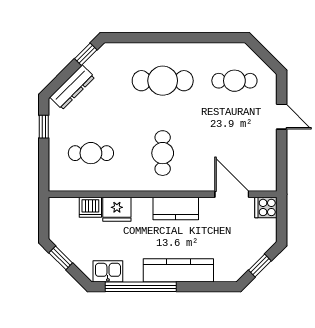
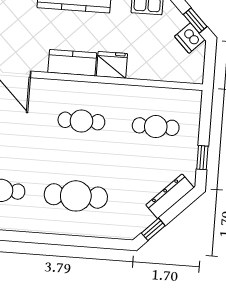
cafe table: (163, 153) -> (81, 121), turned 90
dishwasher: (90, 207) -> (190, 38), moved, turned -135
fridge: (117, 209) -> (112, 65), moved

